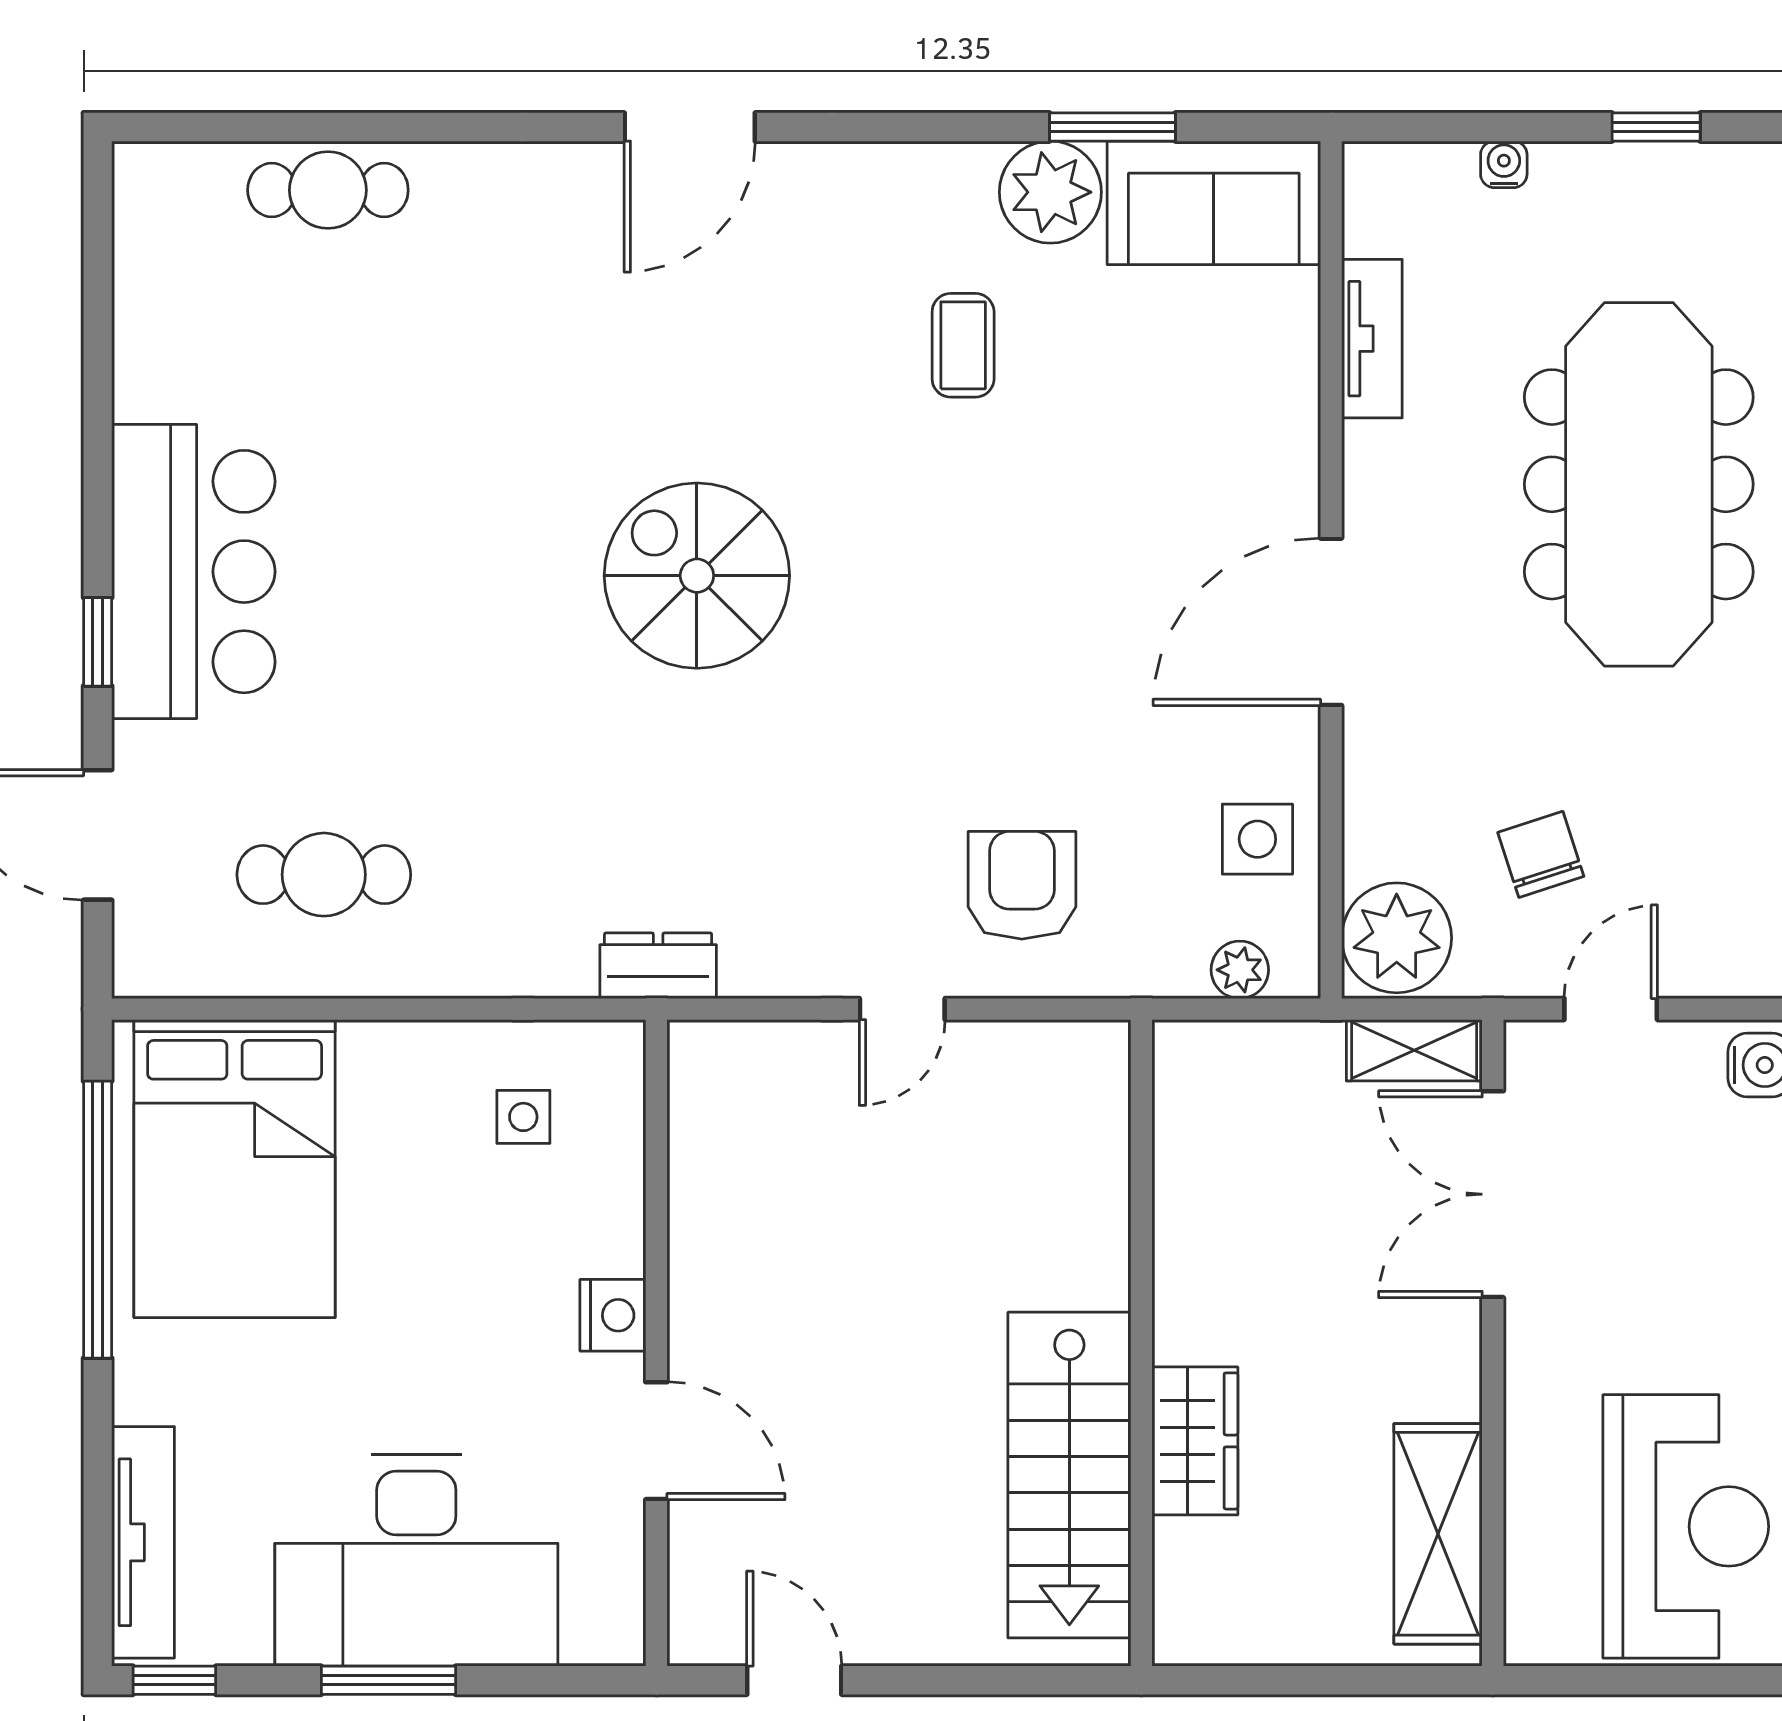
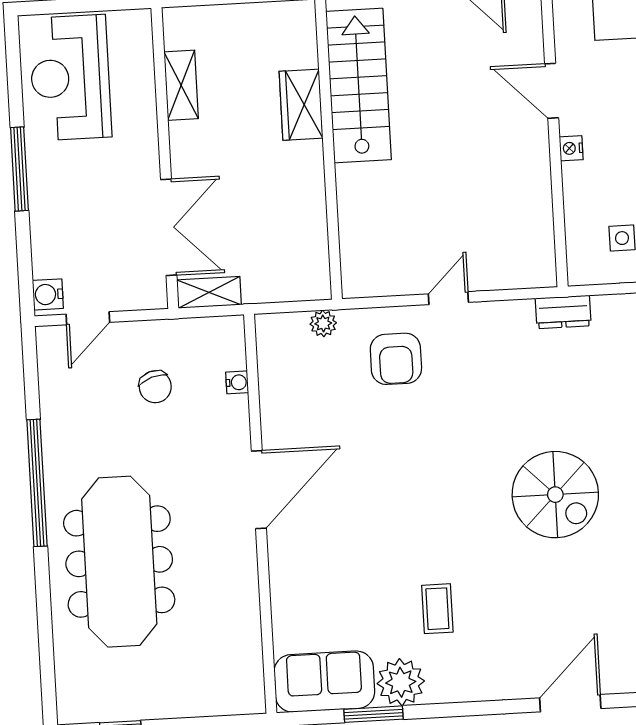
water cooler: (1504, 164) -> (237, 382), moved, turned -90
tv unit: (1372, 339) -> (247, 622), removed
side table: (1257, 839) -> (288, 386), removed
plant: (1397, 938) -> (220, 344), removed
plant: (1240, 970) -> (323, 323), moved
door: (1611, 1009) -> (88, 318), moved
nightstand: (613, 1315) -> (571, 148), width x0.72, depth x0.74
shelving: (1438, 1534) -> (181, 85), width x0.67, depth x0.75

